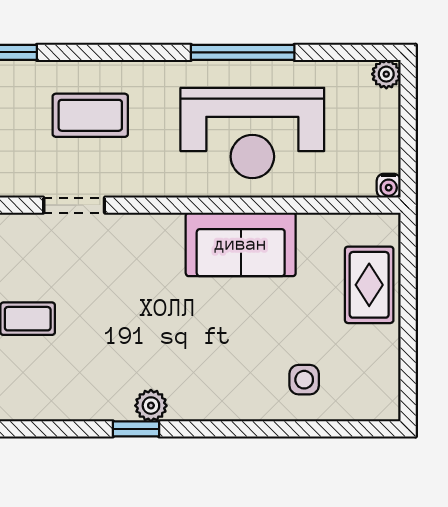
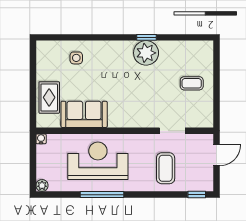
coffee table: (90, 115) -> (166, 168), turned 90
sofa: (241, 244) -> (84, 114), moved
plant: (151, 406) -> (146, 53), width x1.88, depth x1.88

